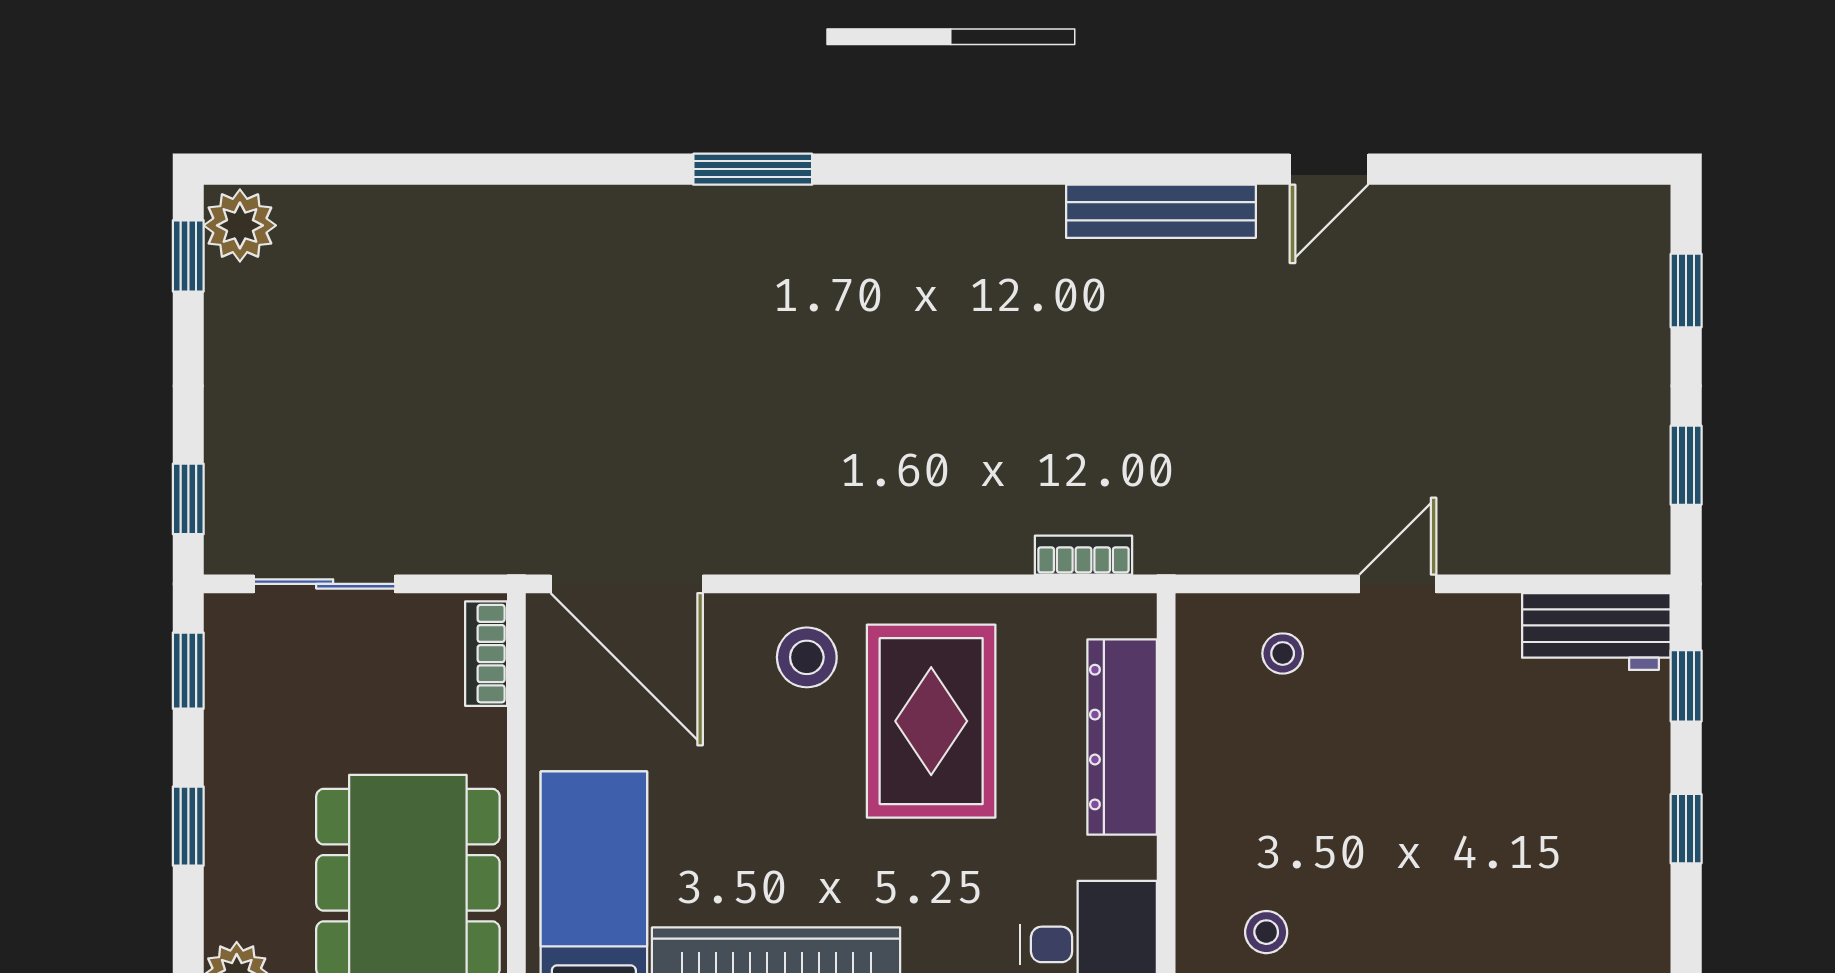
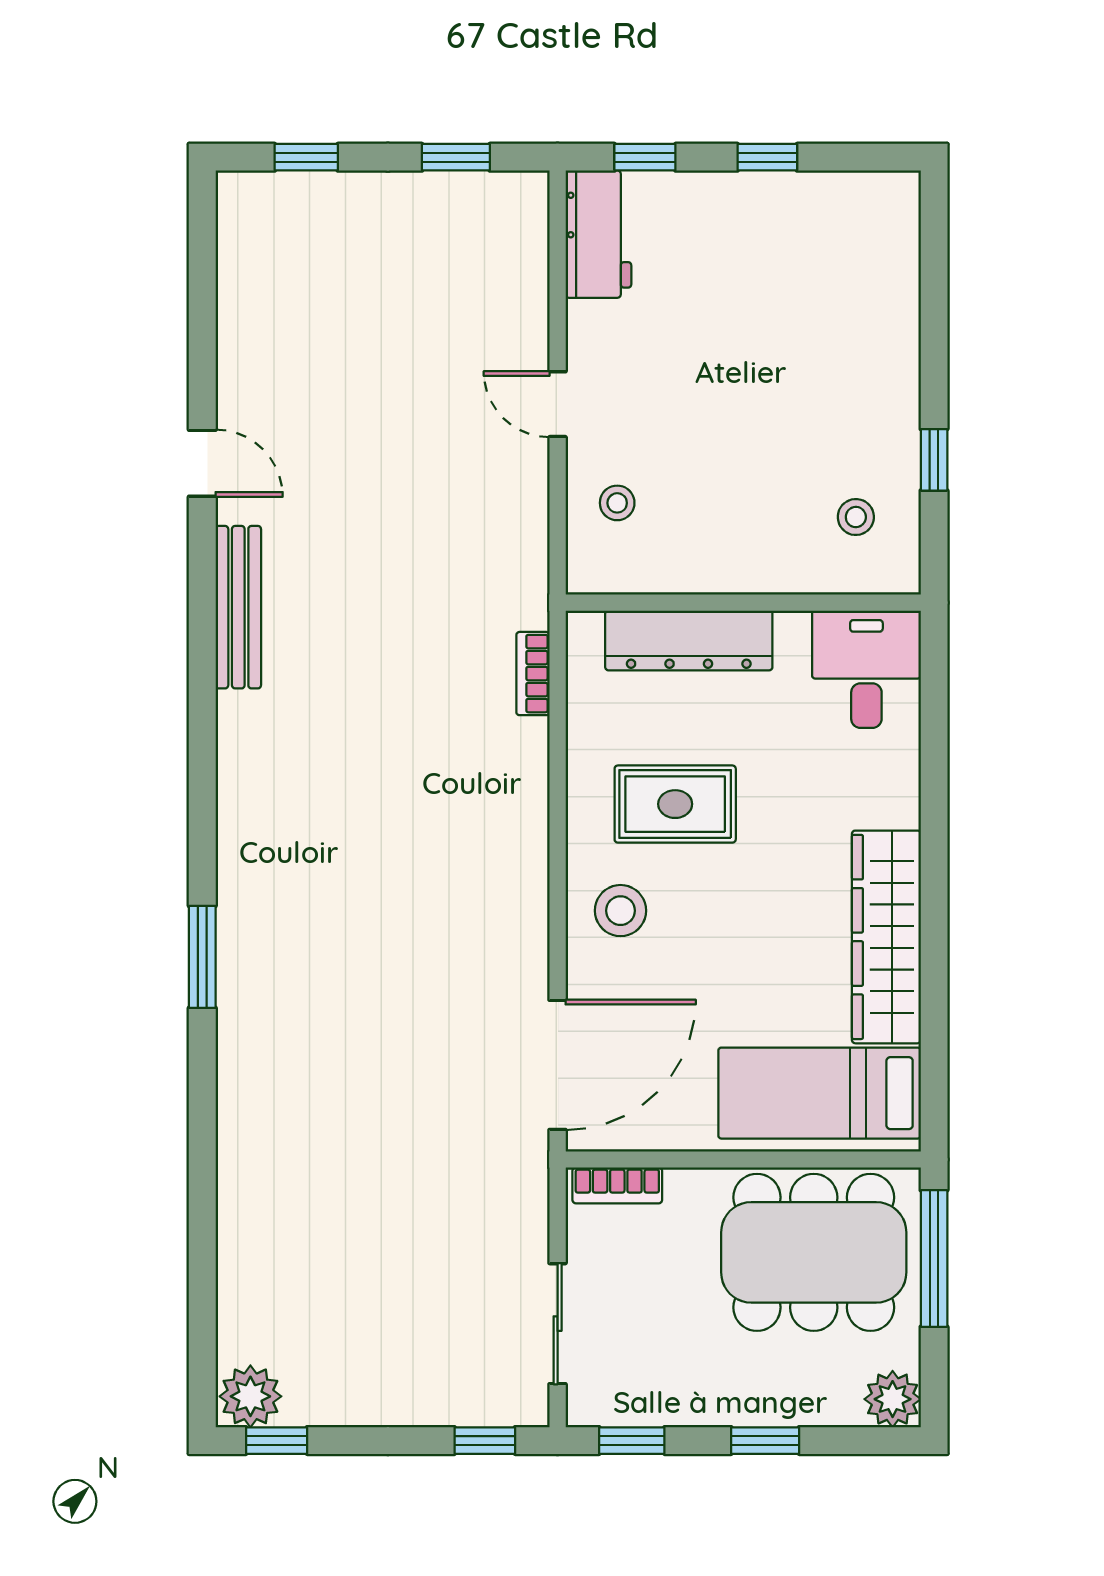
rug: (931, 721) -> (675, 804), width x0.73, depth x0.70

